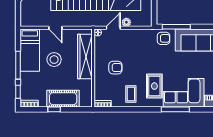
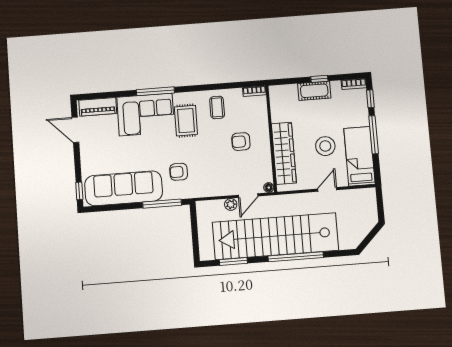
door: (55, 28) -> (327, 189), hinge flipped
armchair: (164, 38) -> (179, 172), moved
cot: (63, 99) -> (314, 91), width x0.73, depth x0.75

